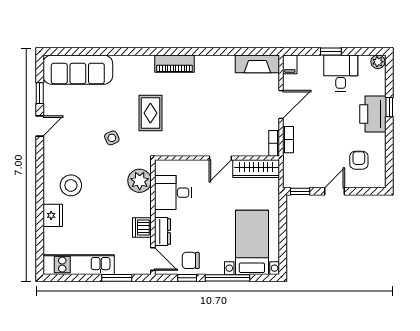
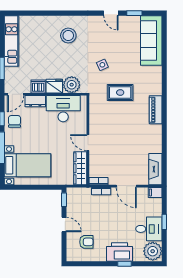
plant: (378, 62) -> (153, 251), width x1.88, depth x1.88
desk: (173, 193) -> (63, 109), width x1.37
fridge: (53, 215) -> (54, 86), moved, turned 180

